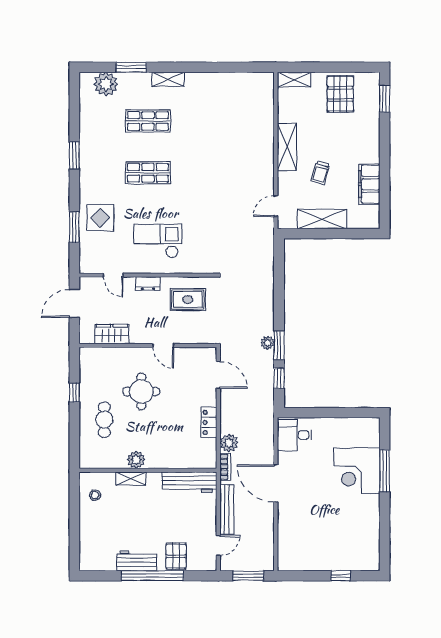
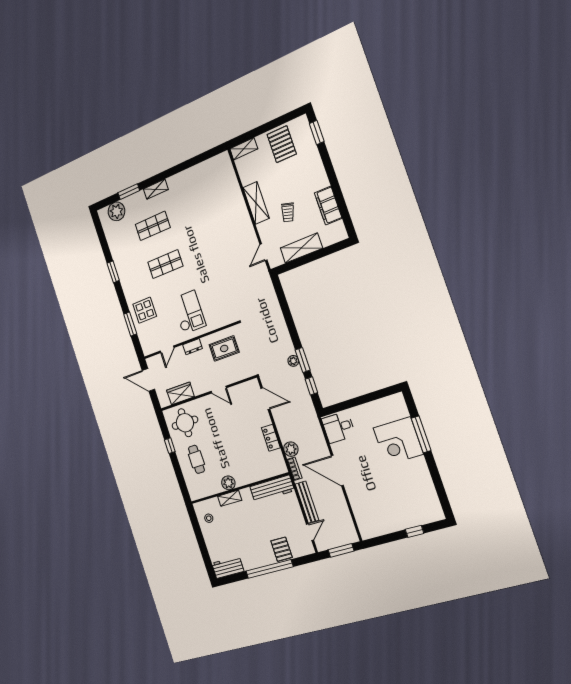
checkout: (158, 241) -> (189, 312), turned 90
door: (113, 275) -> (167, 349), hinge flipped
door: (74, 304) -> (148, 380), hinge flipped
round table: (141, 391) -> (185, 423), moved
workbench: (137, 561) -> (228, 567), moved

